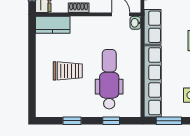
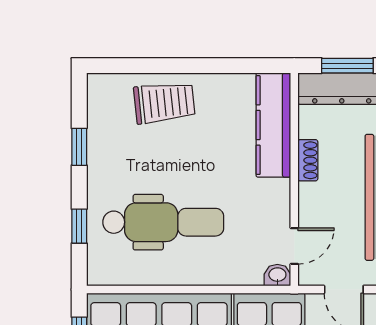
kitchen counter: (53, 25) -> (273, 125), width x1.50
trolley: (68, 71) -> (164, 103), moved, turned -96

